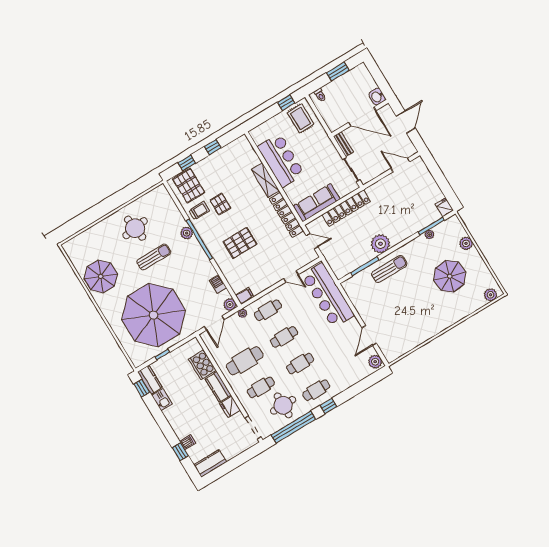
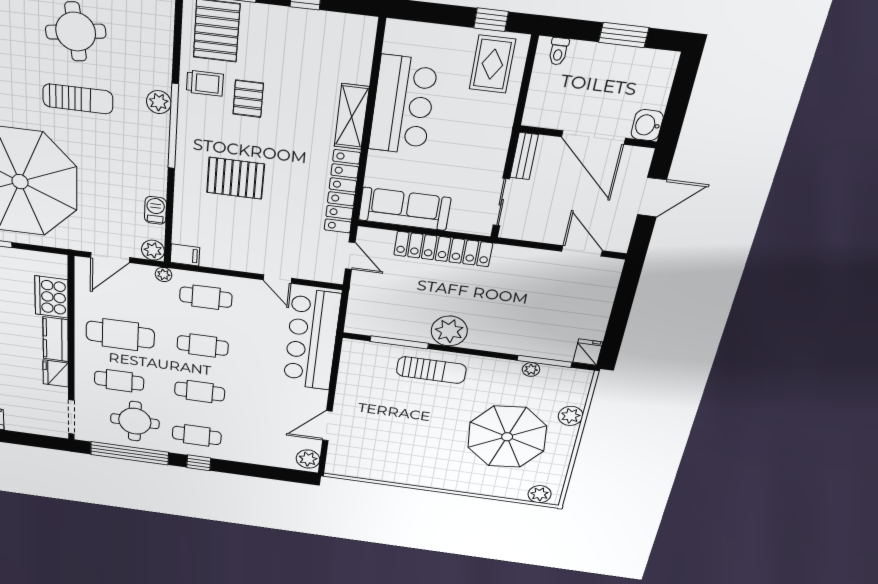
parasol: (450, 276) -> (507, 437), width x1.36, depth x1.36

